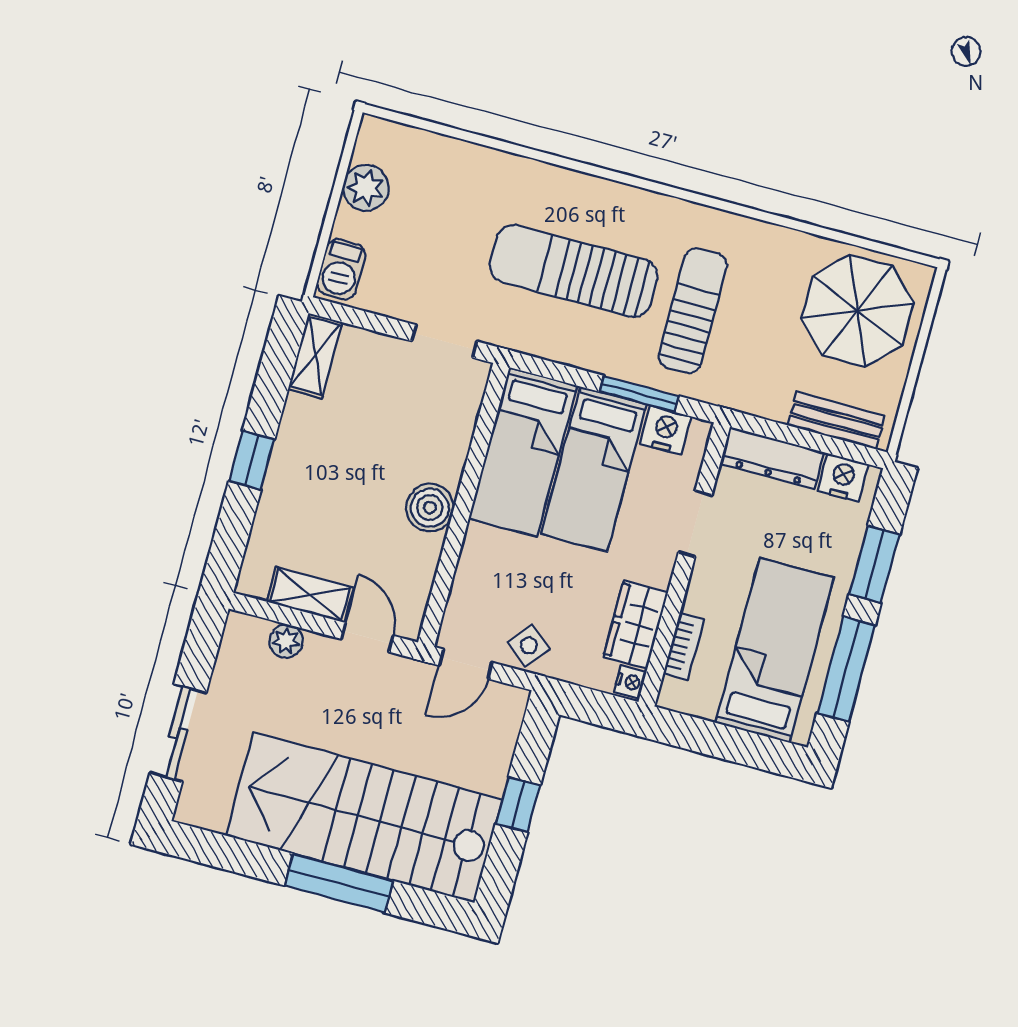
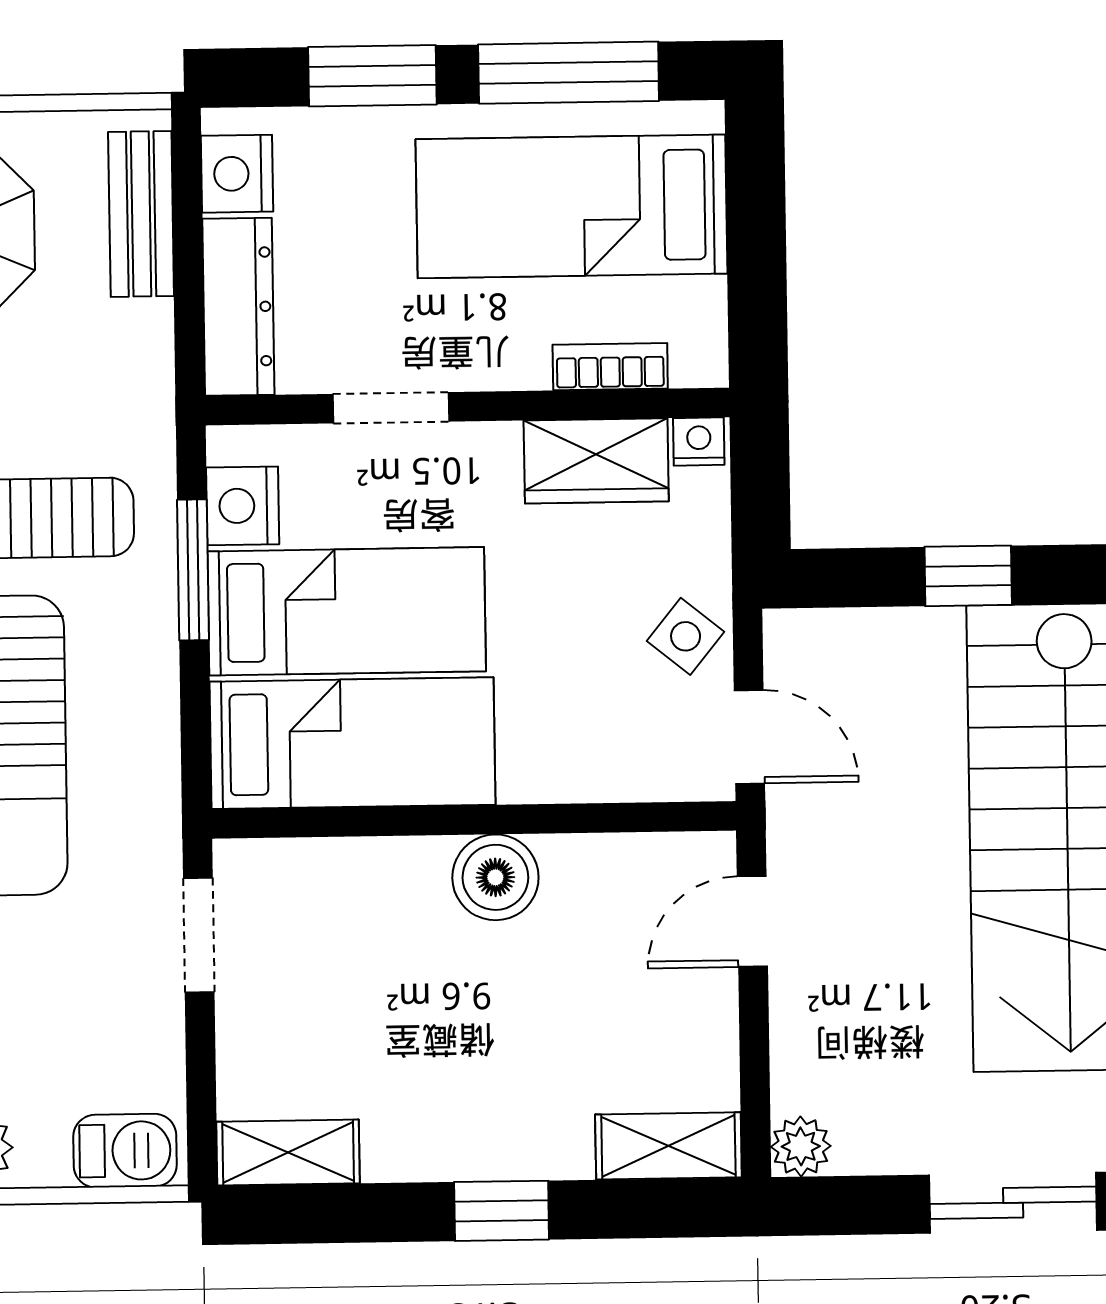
shelving: (310, 595) -> (668, 1146), moved, turned 90
plant: (286, 641) -> (801, 1146), moved

